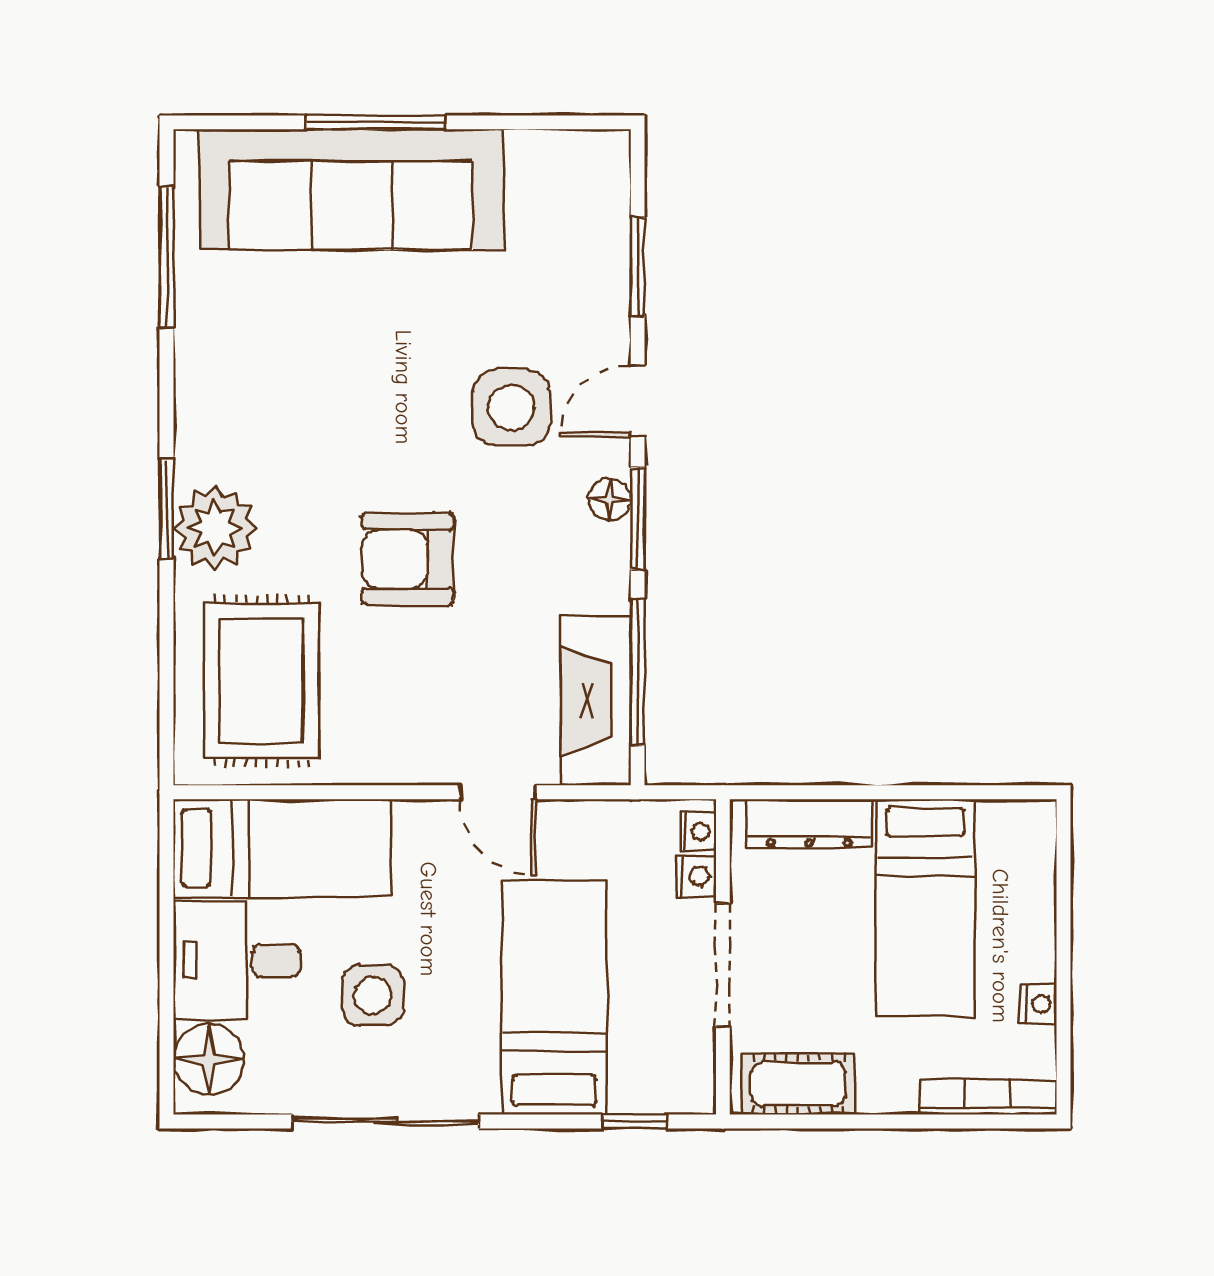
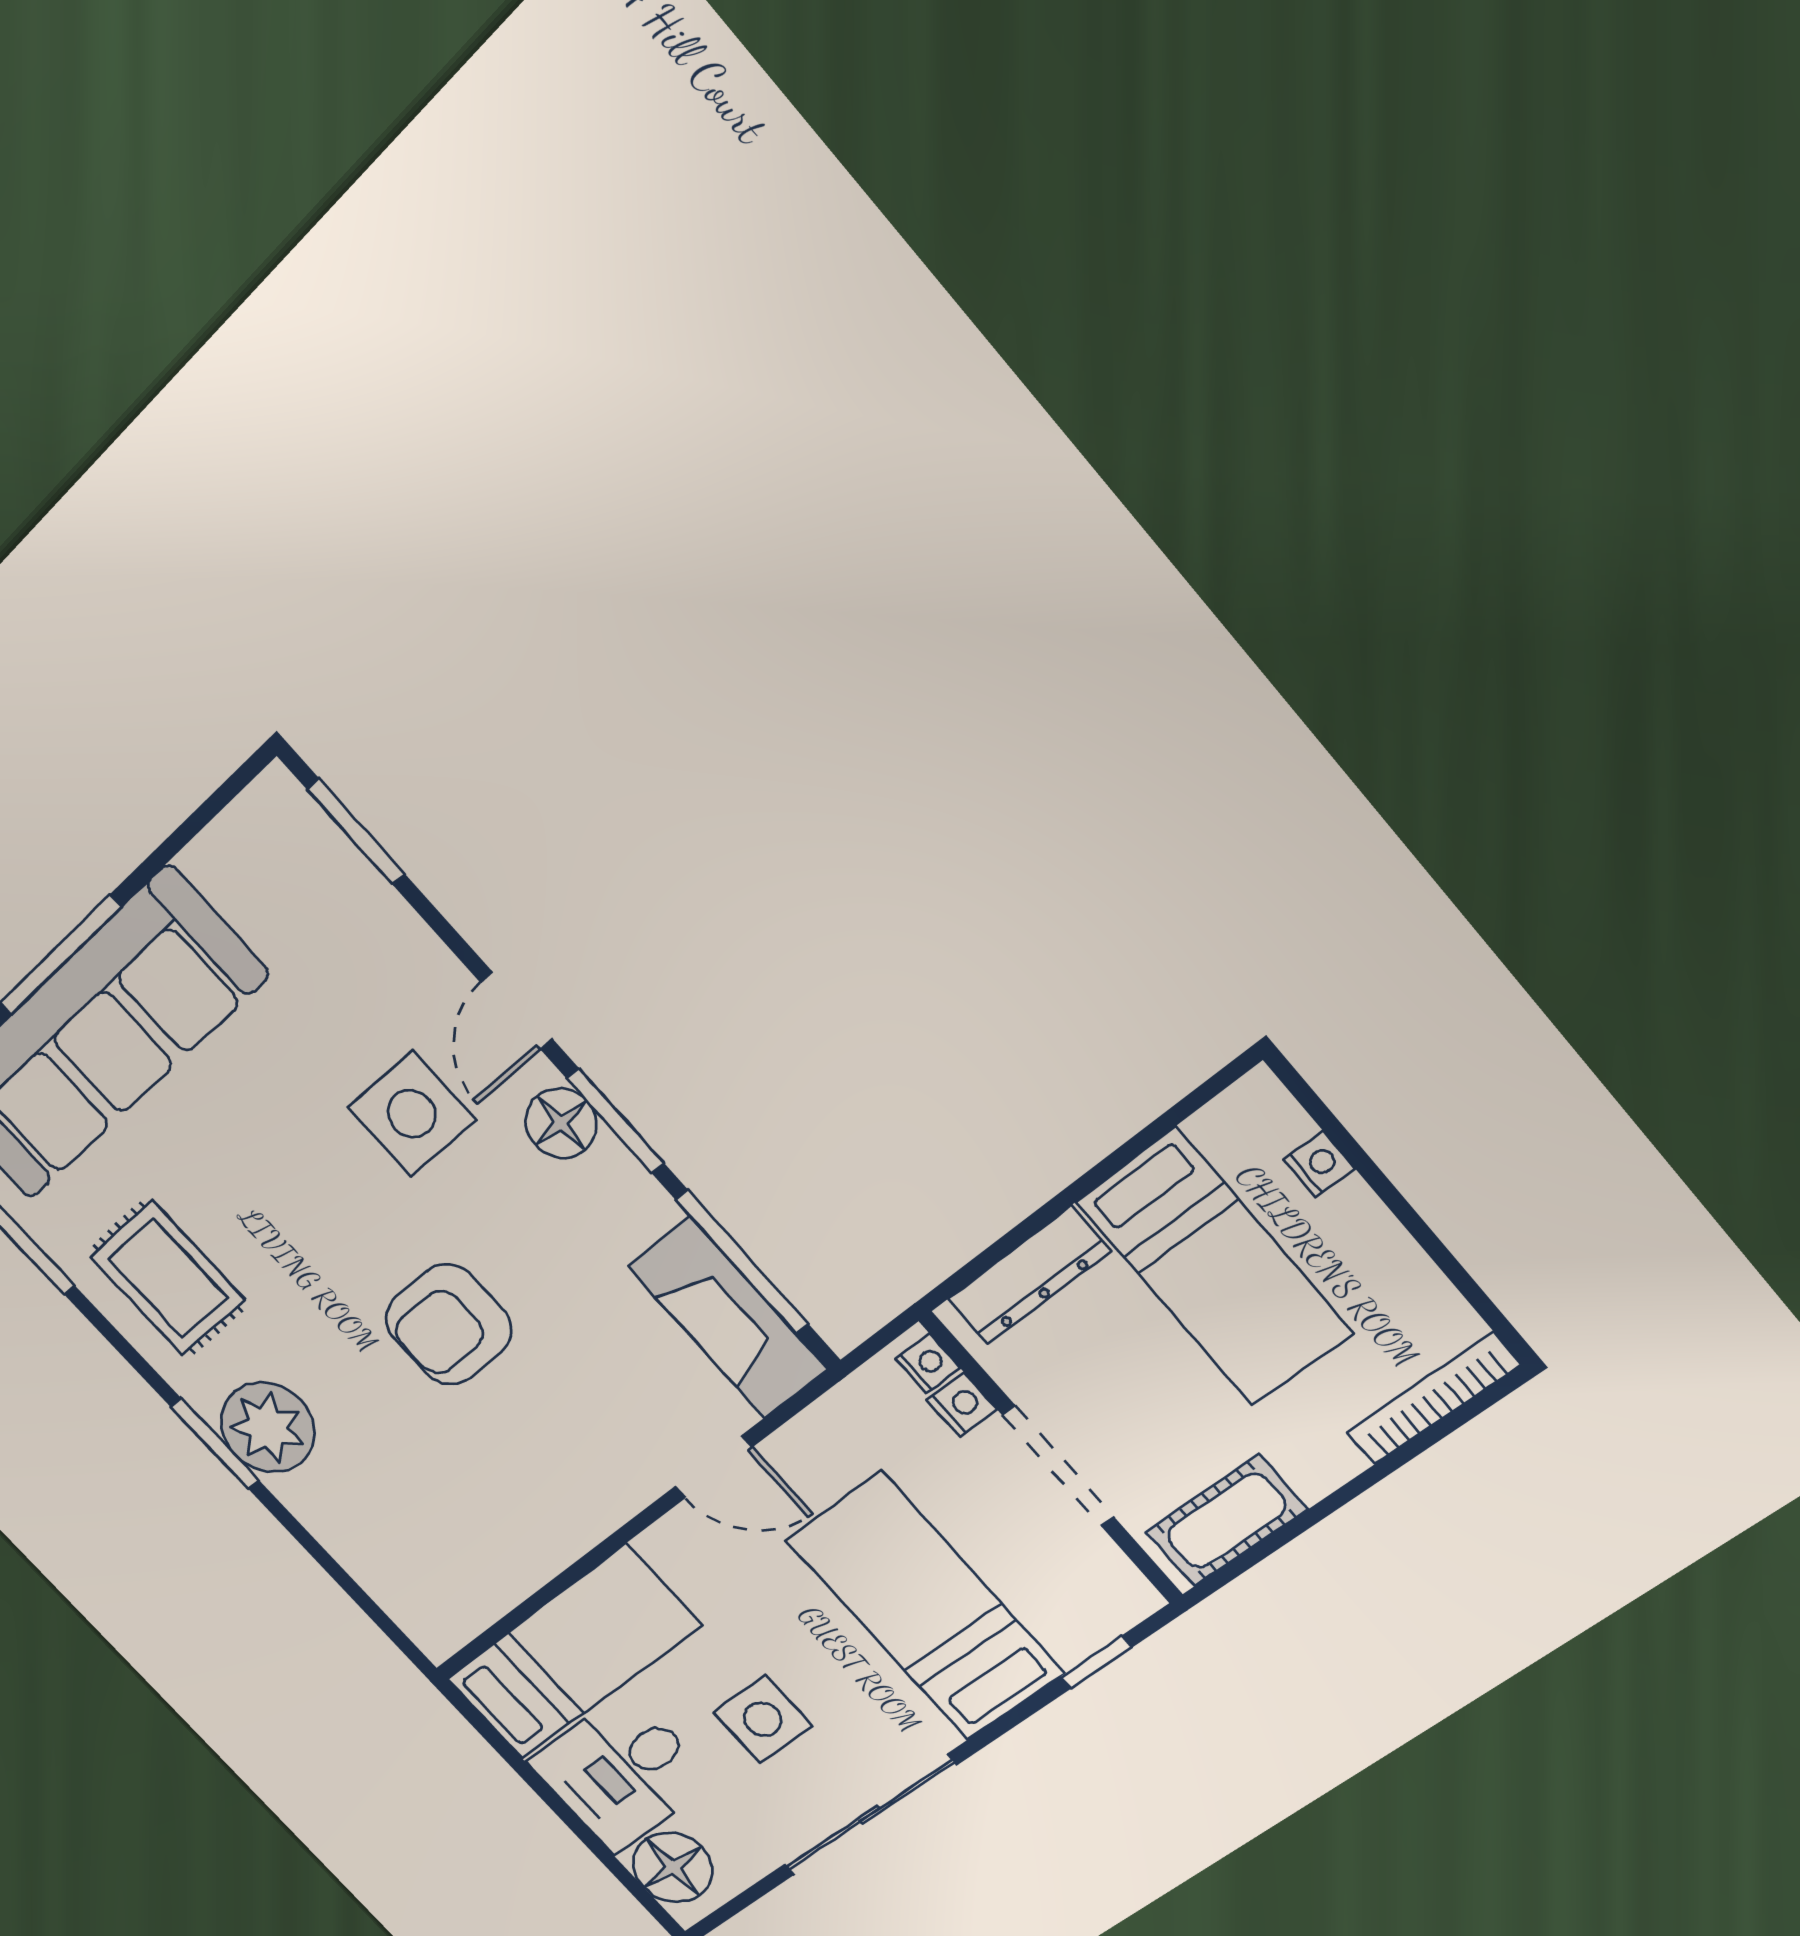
window: (638, 266) -> (356, 832), moved
floor lamp: (610, 500) -> (561, 1123), width x1.37, depth x1.37
rug: (262, 681) -> (168, 1278), moved, width x0.73, depth x0.70
nightstand: (1038, 1004) -> (1319, 1164), moved

